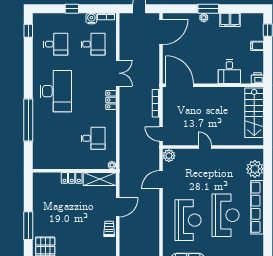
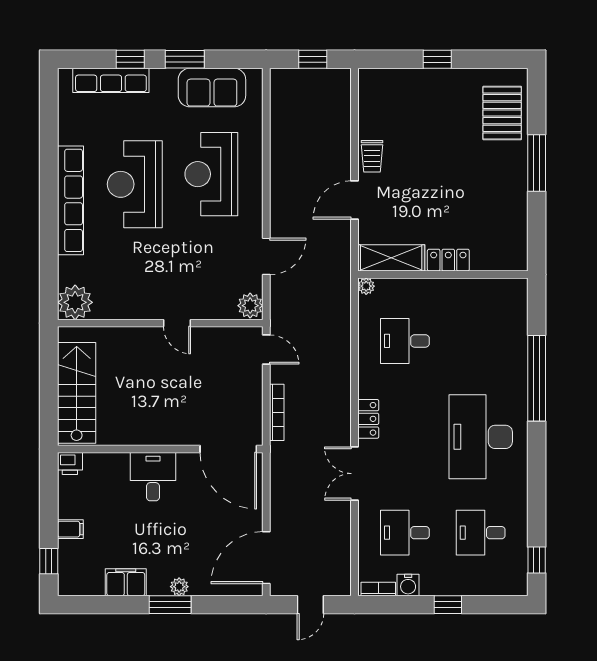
desk: (229, 72) -> (153, 477), moved
plant: (255, 169) -> (75, 302), moved

